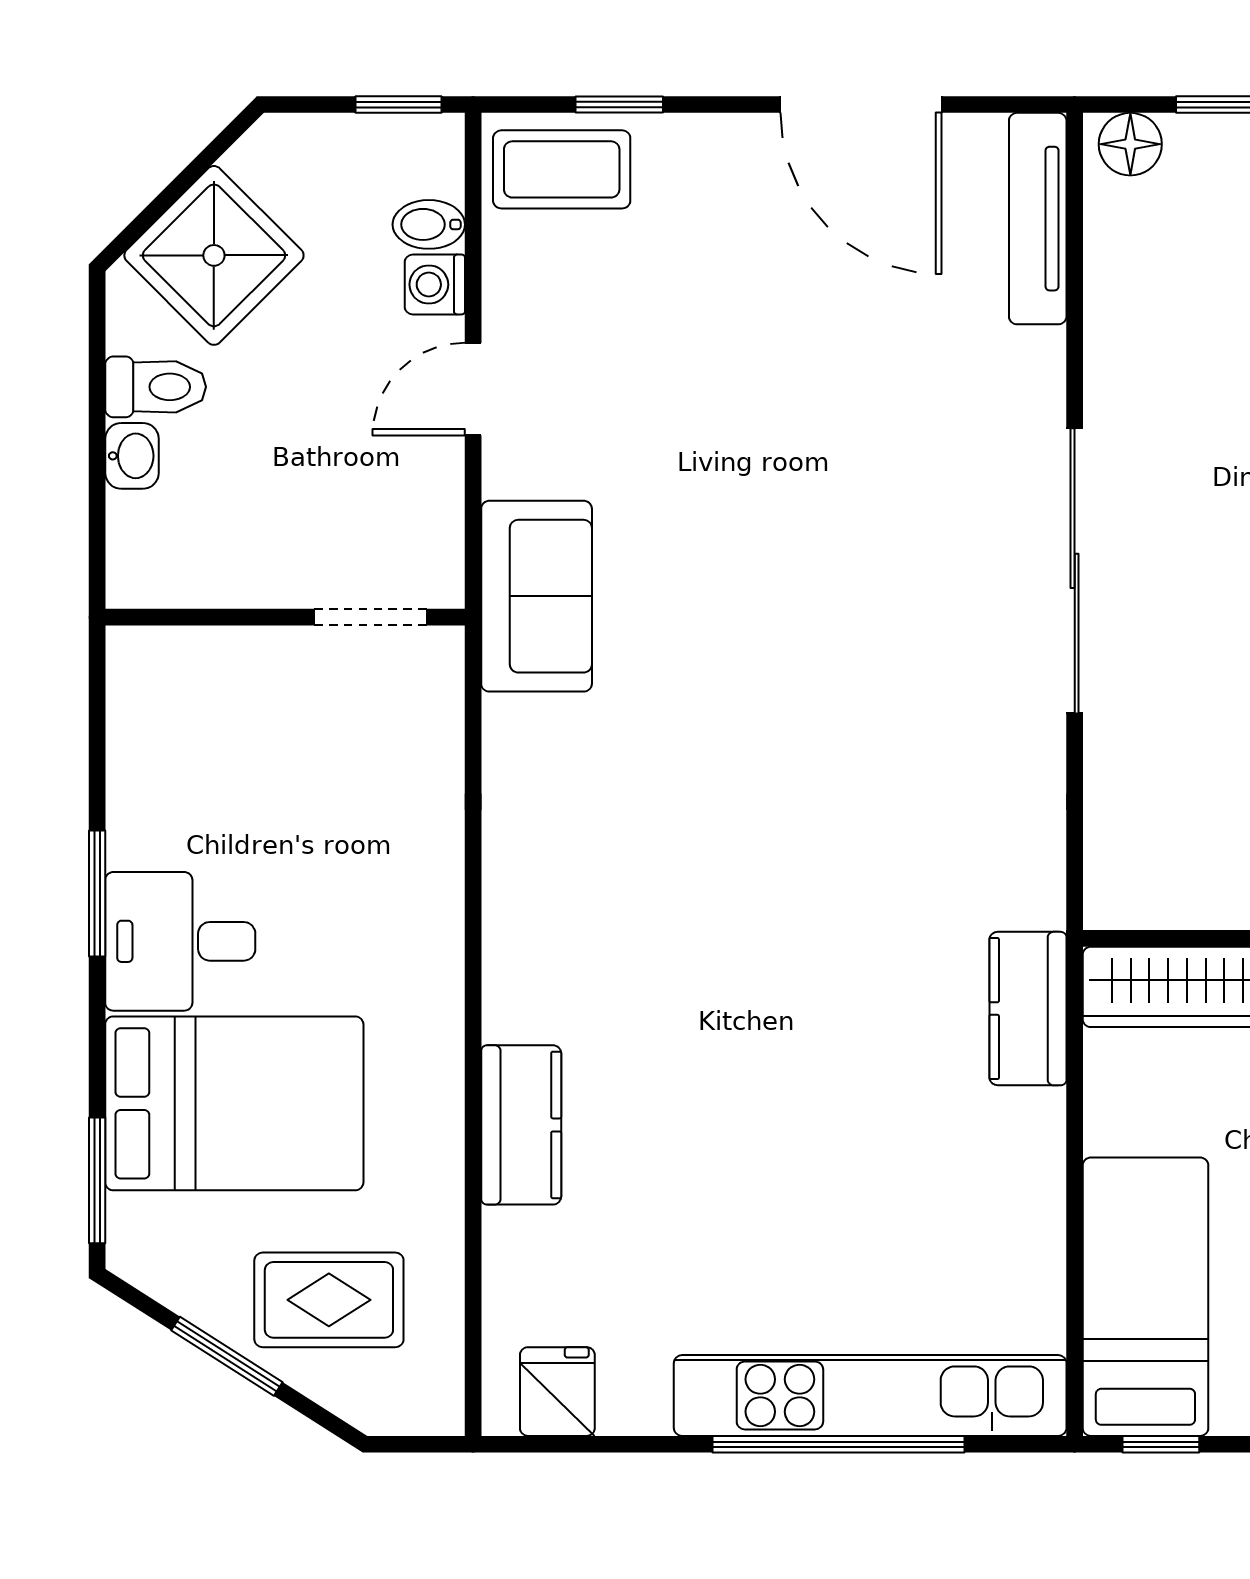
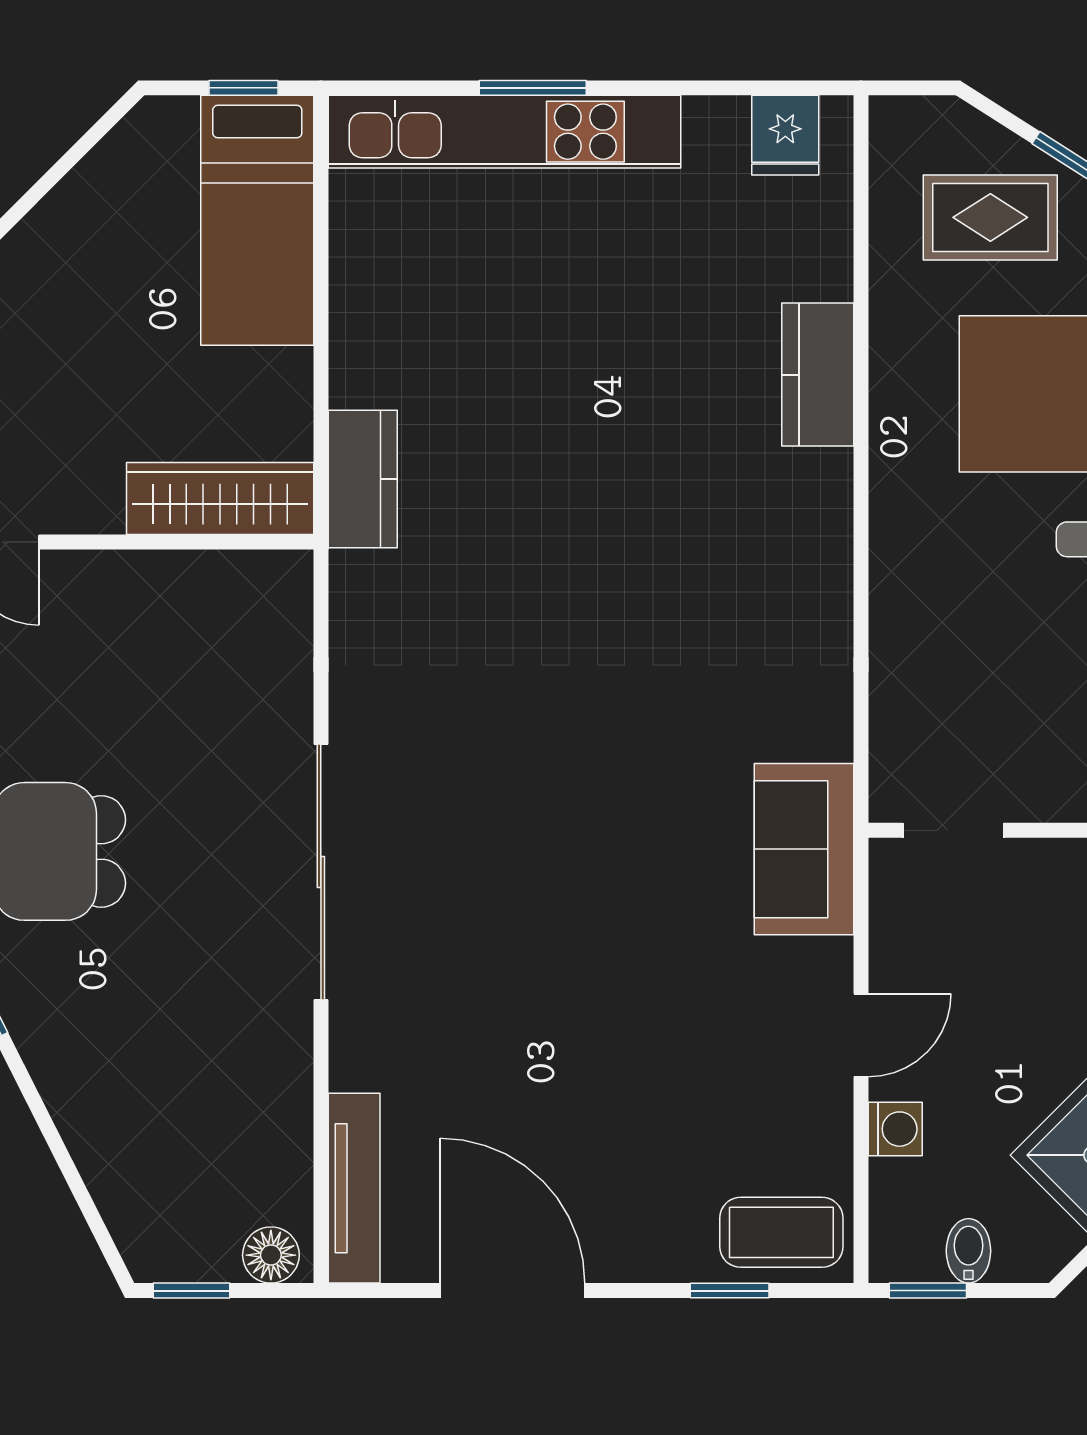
bidet: (429, 224) -> (968, 1251), moved, turned -90
window: (838, 1444) -> (533, 88), width x0.47

